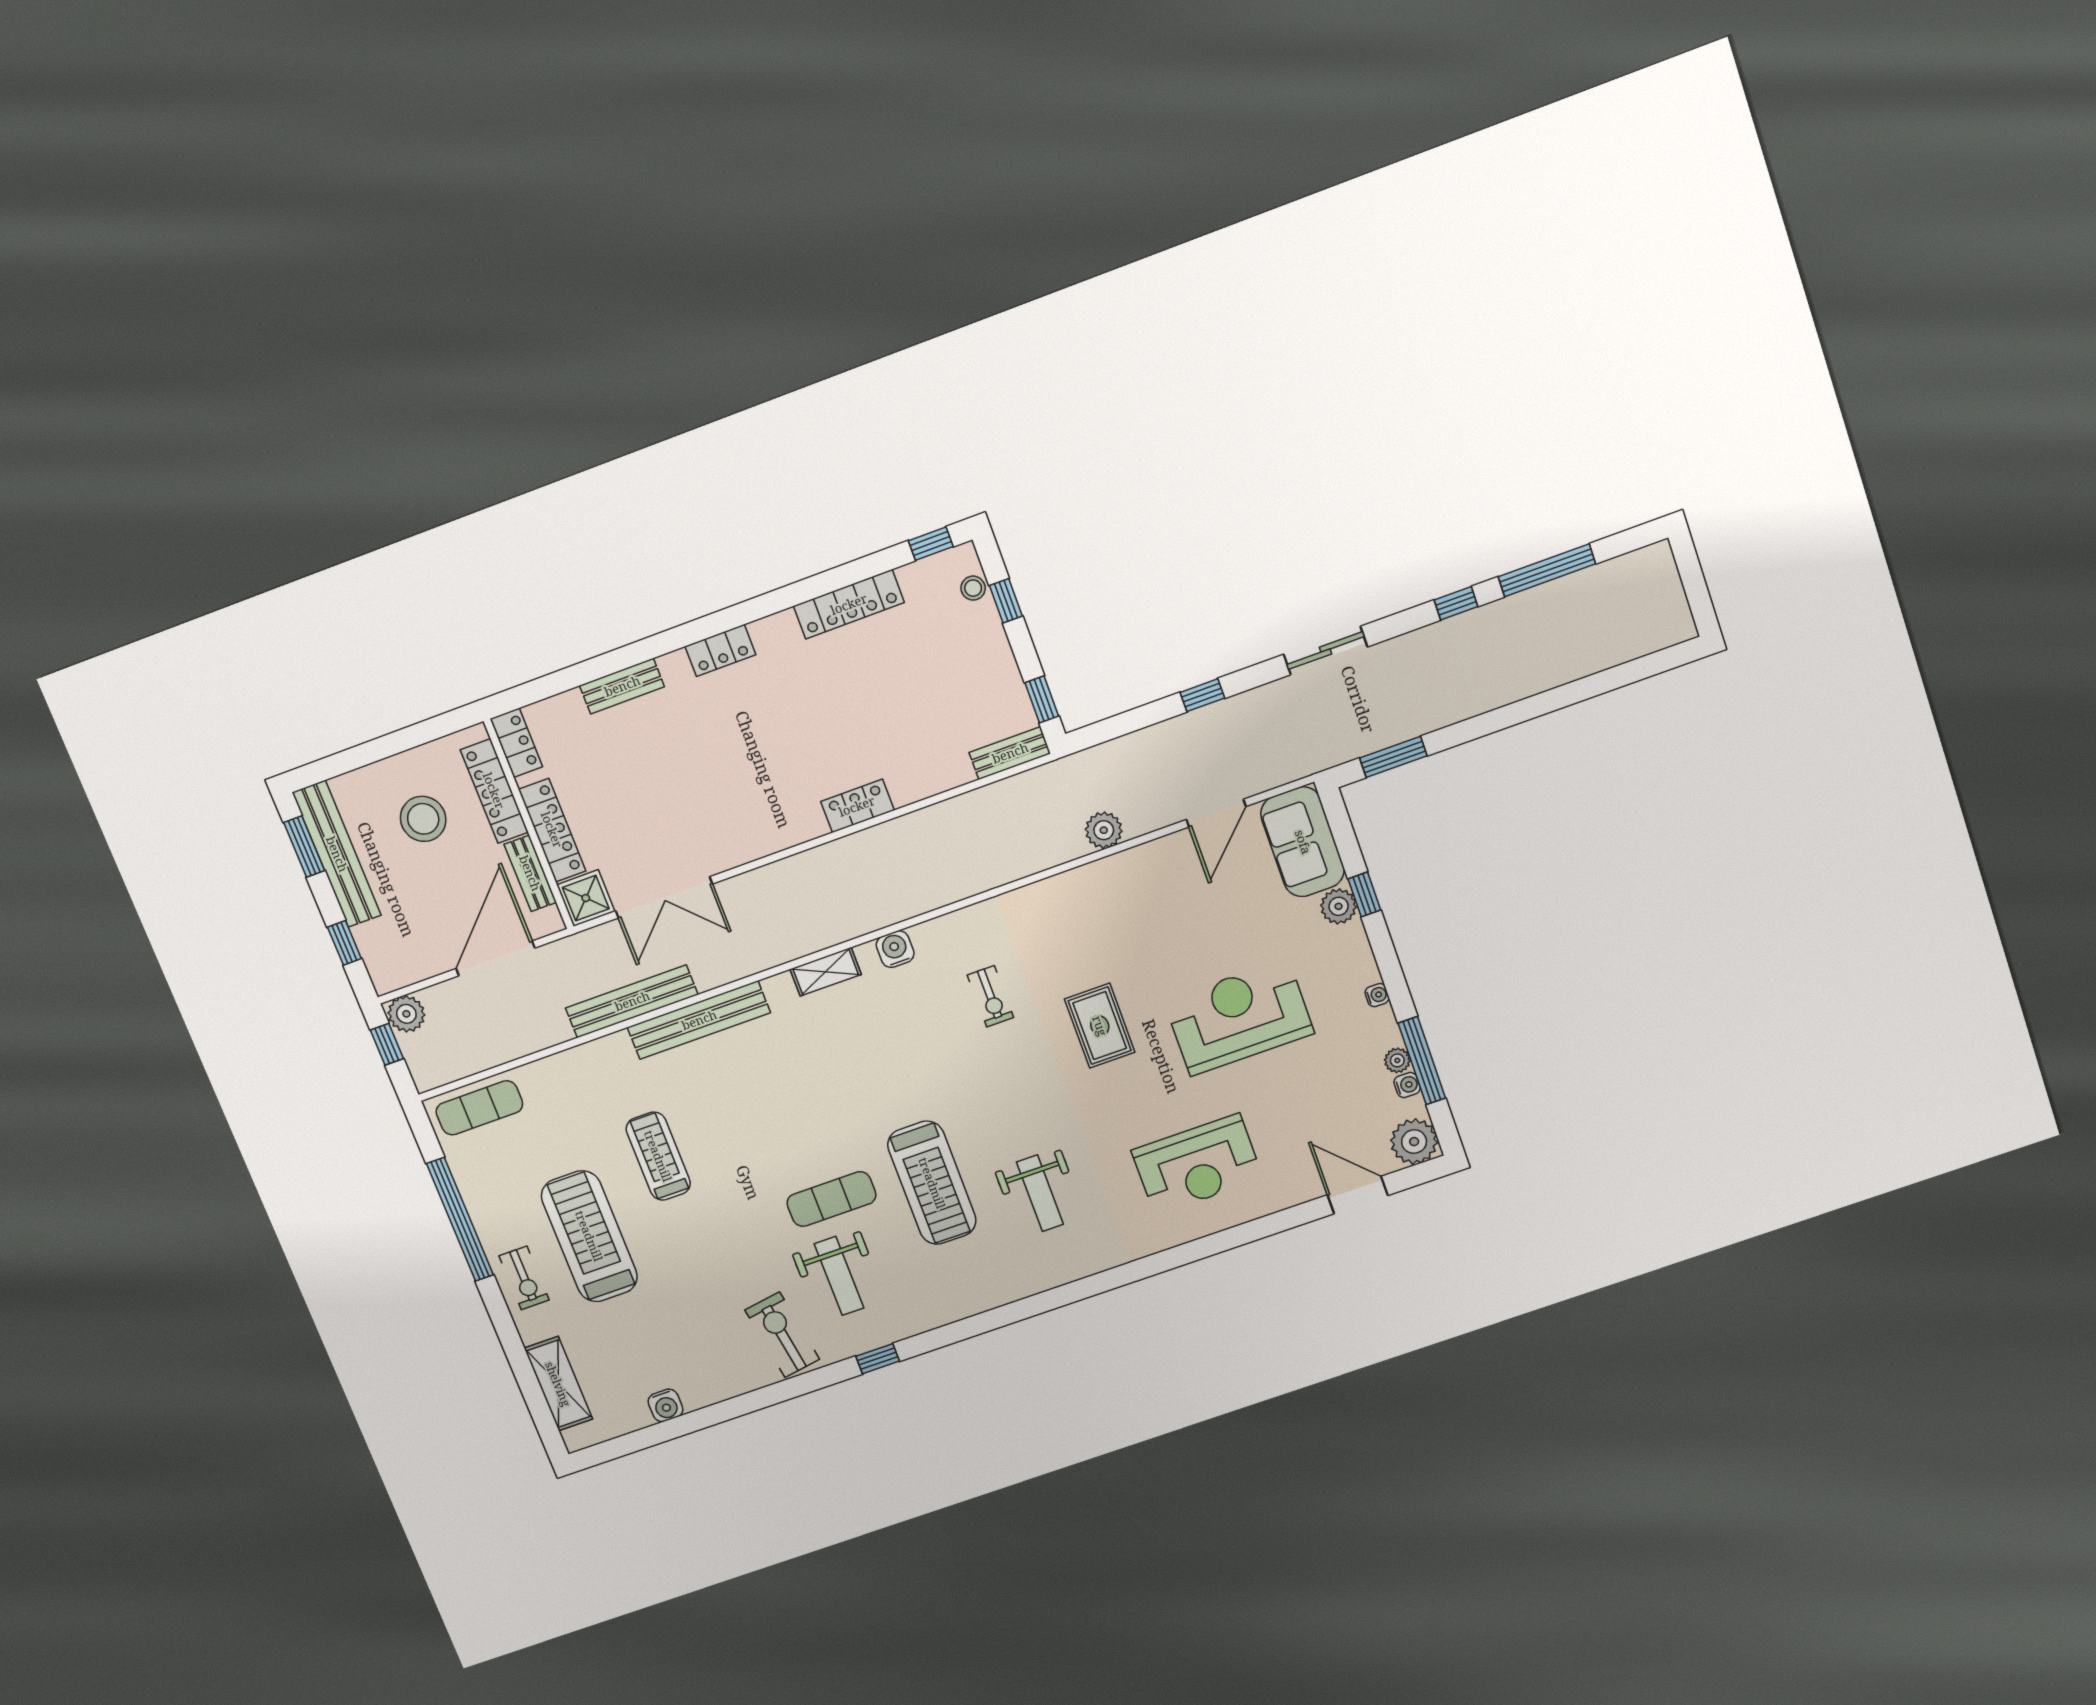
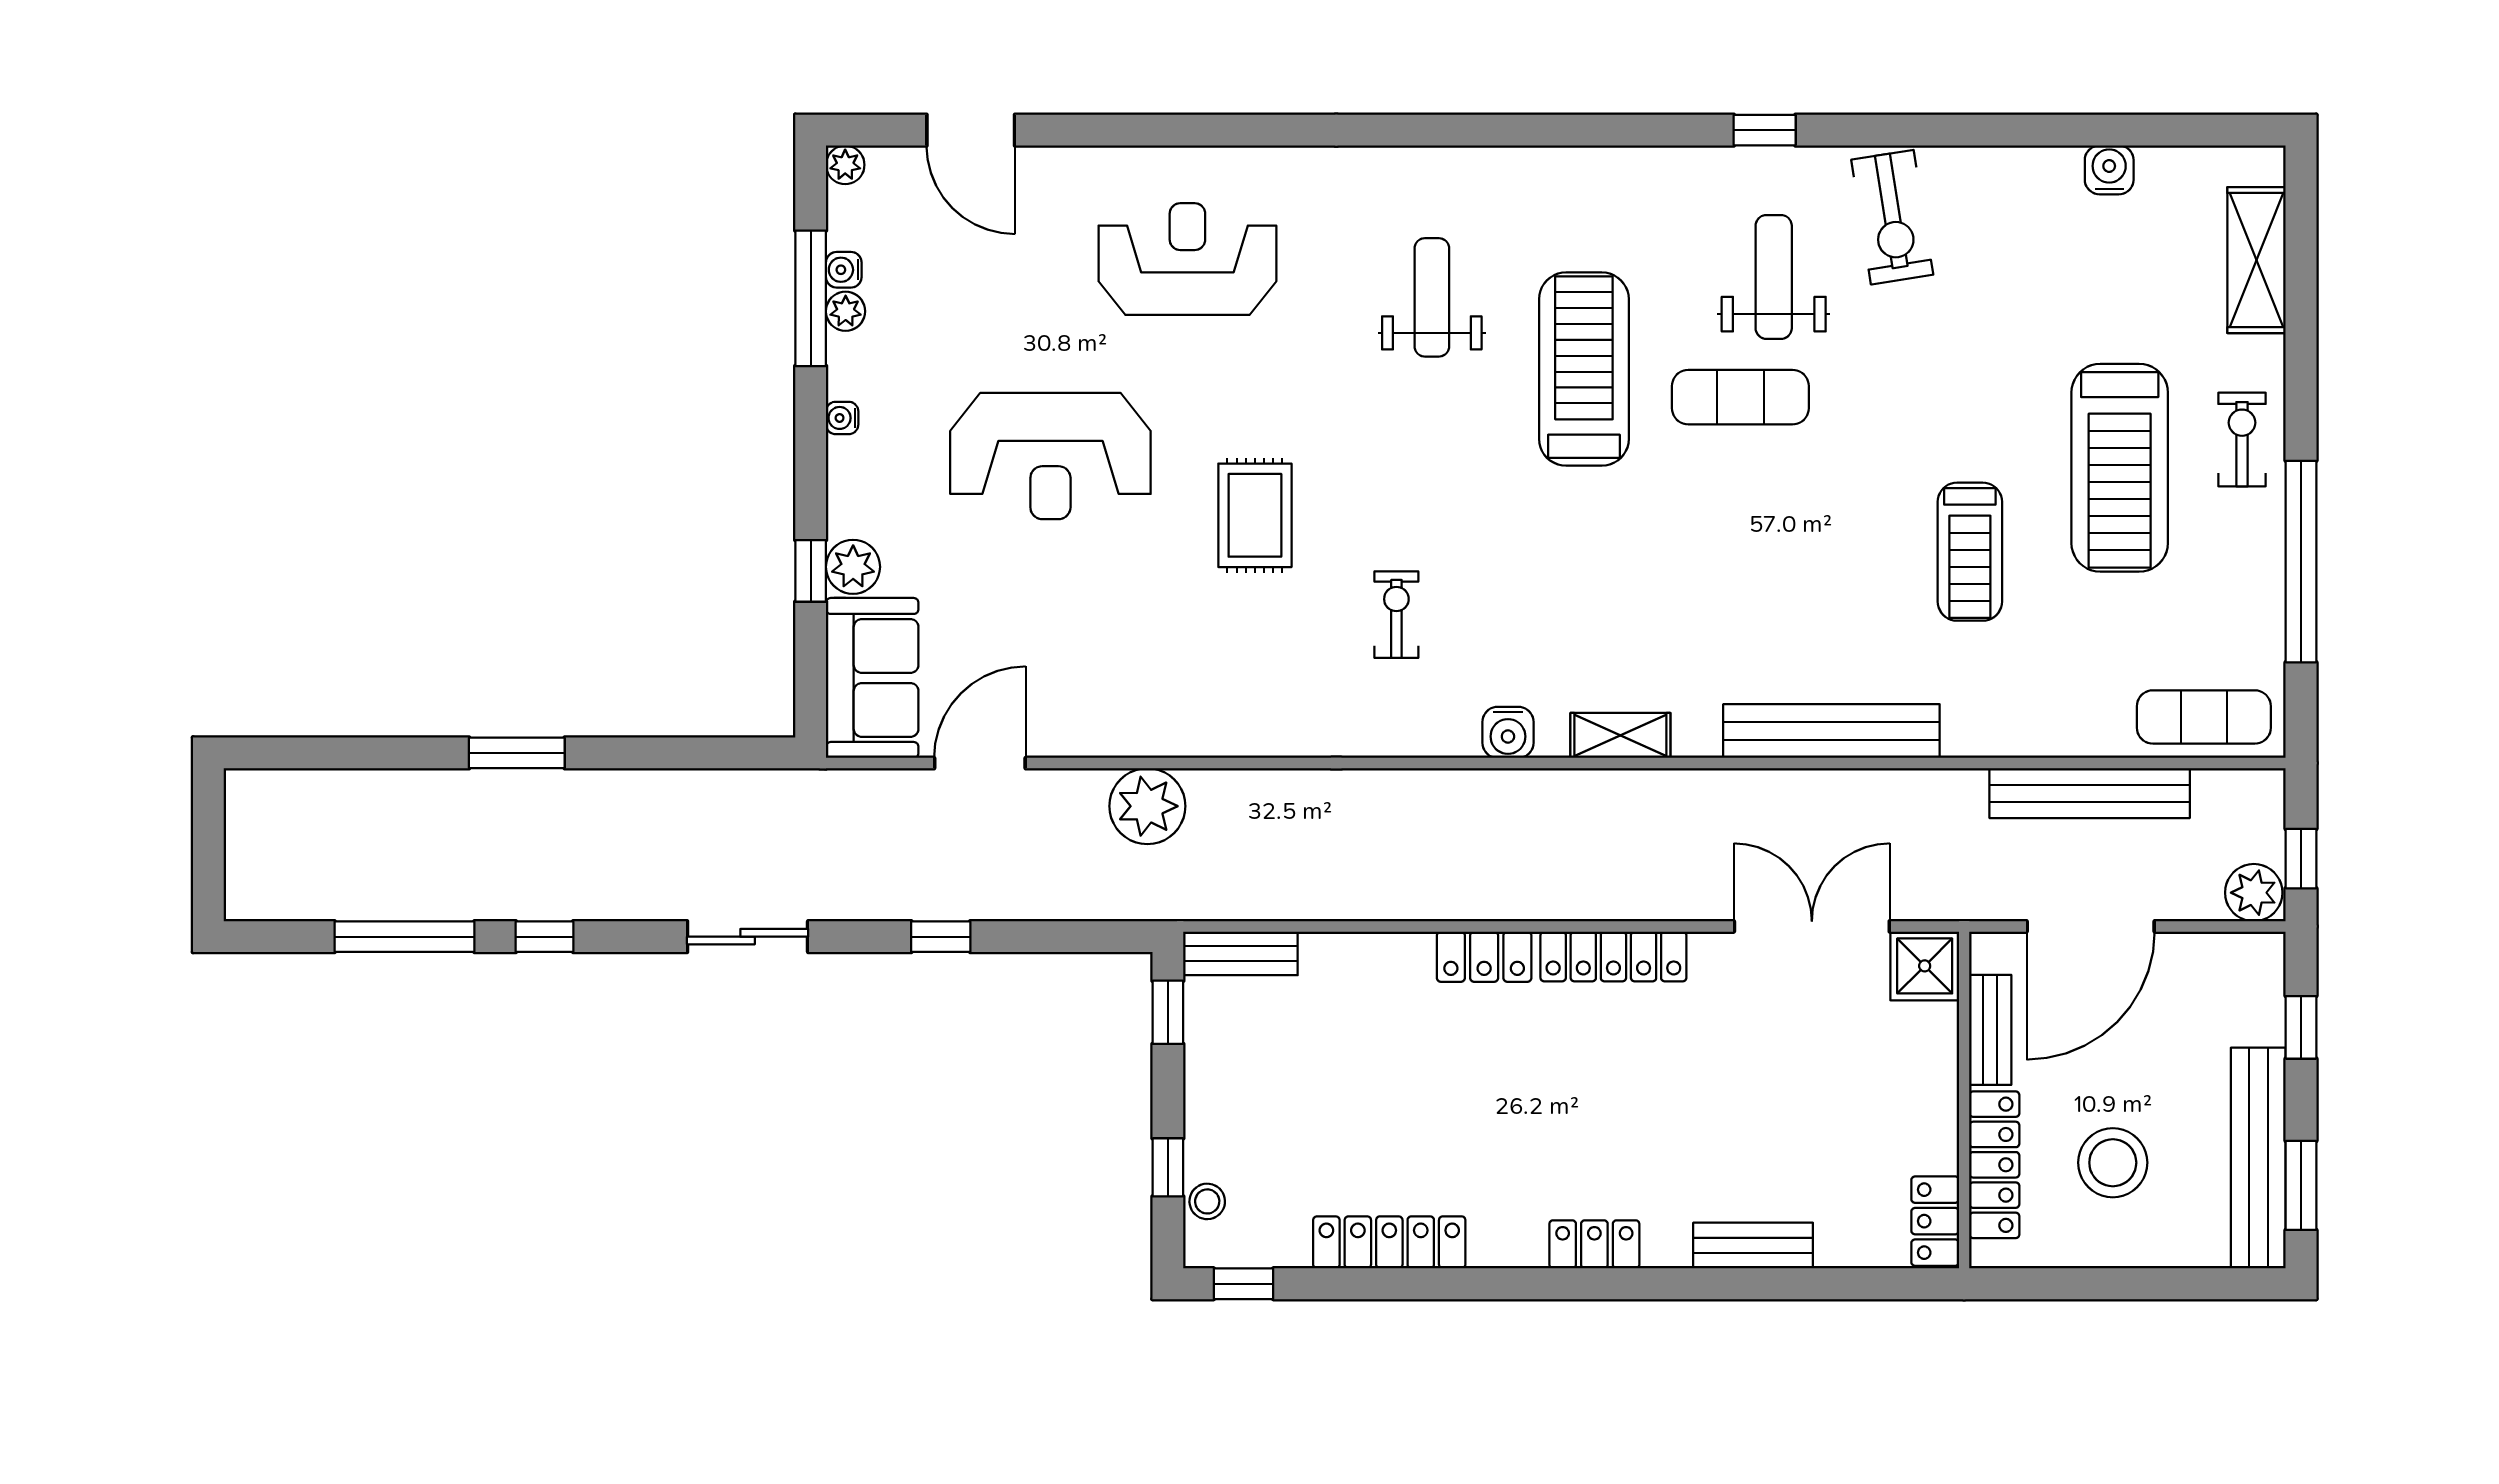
window: (1393, 757) -> (517, 753), moved
locker: (552, 830) -> (1613, 956), moved, turned -90
plant: (1104, 830) -> (1147, 806), width x1.36, depth x1.36
bench: (632, 1001) -> (2090, 793), moved
plant: (1414, 1142) -> (845, 165), width x0.53, depth x0.53

